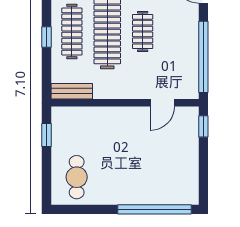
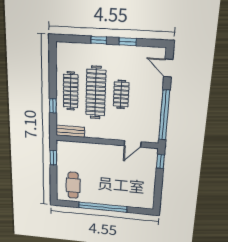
window: (46, 37) -> (53, 106), moved
window: (155, 209) -> (103, 207), moved

